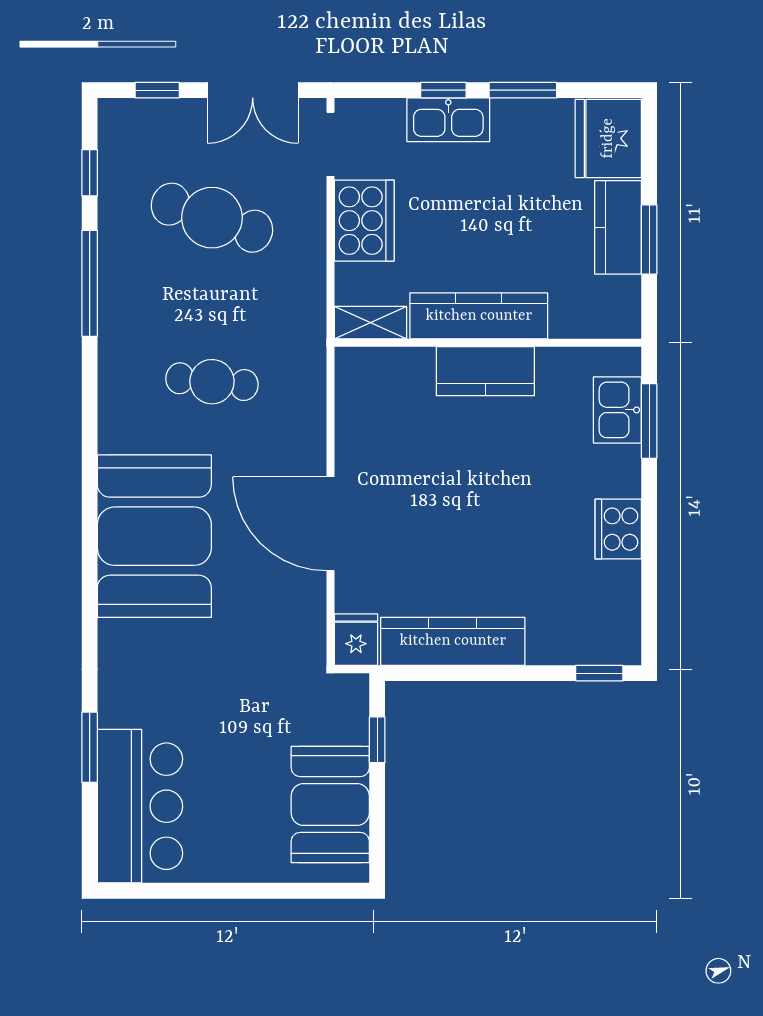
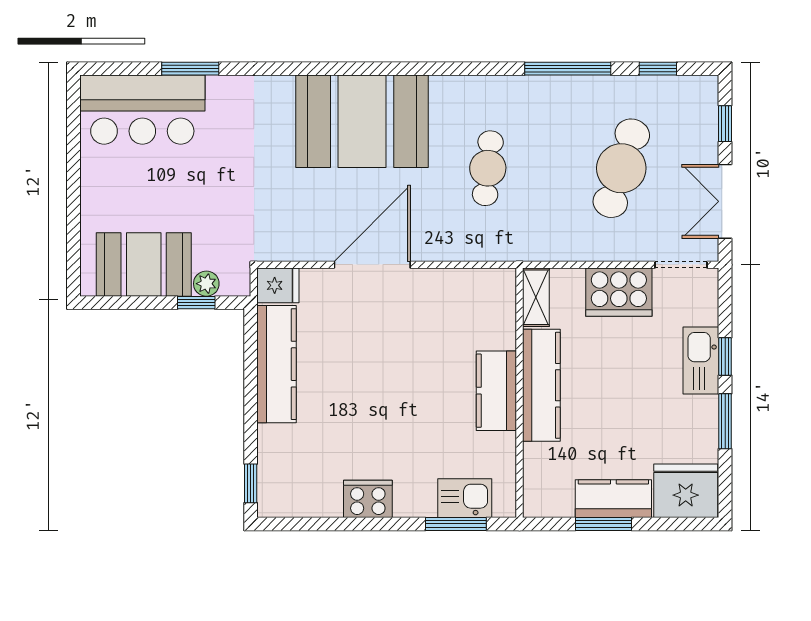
plant: (354, 728) -> (206, 284), added

